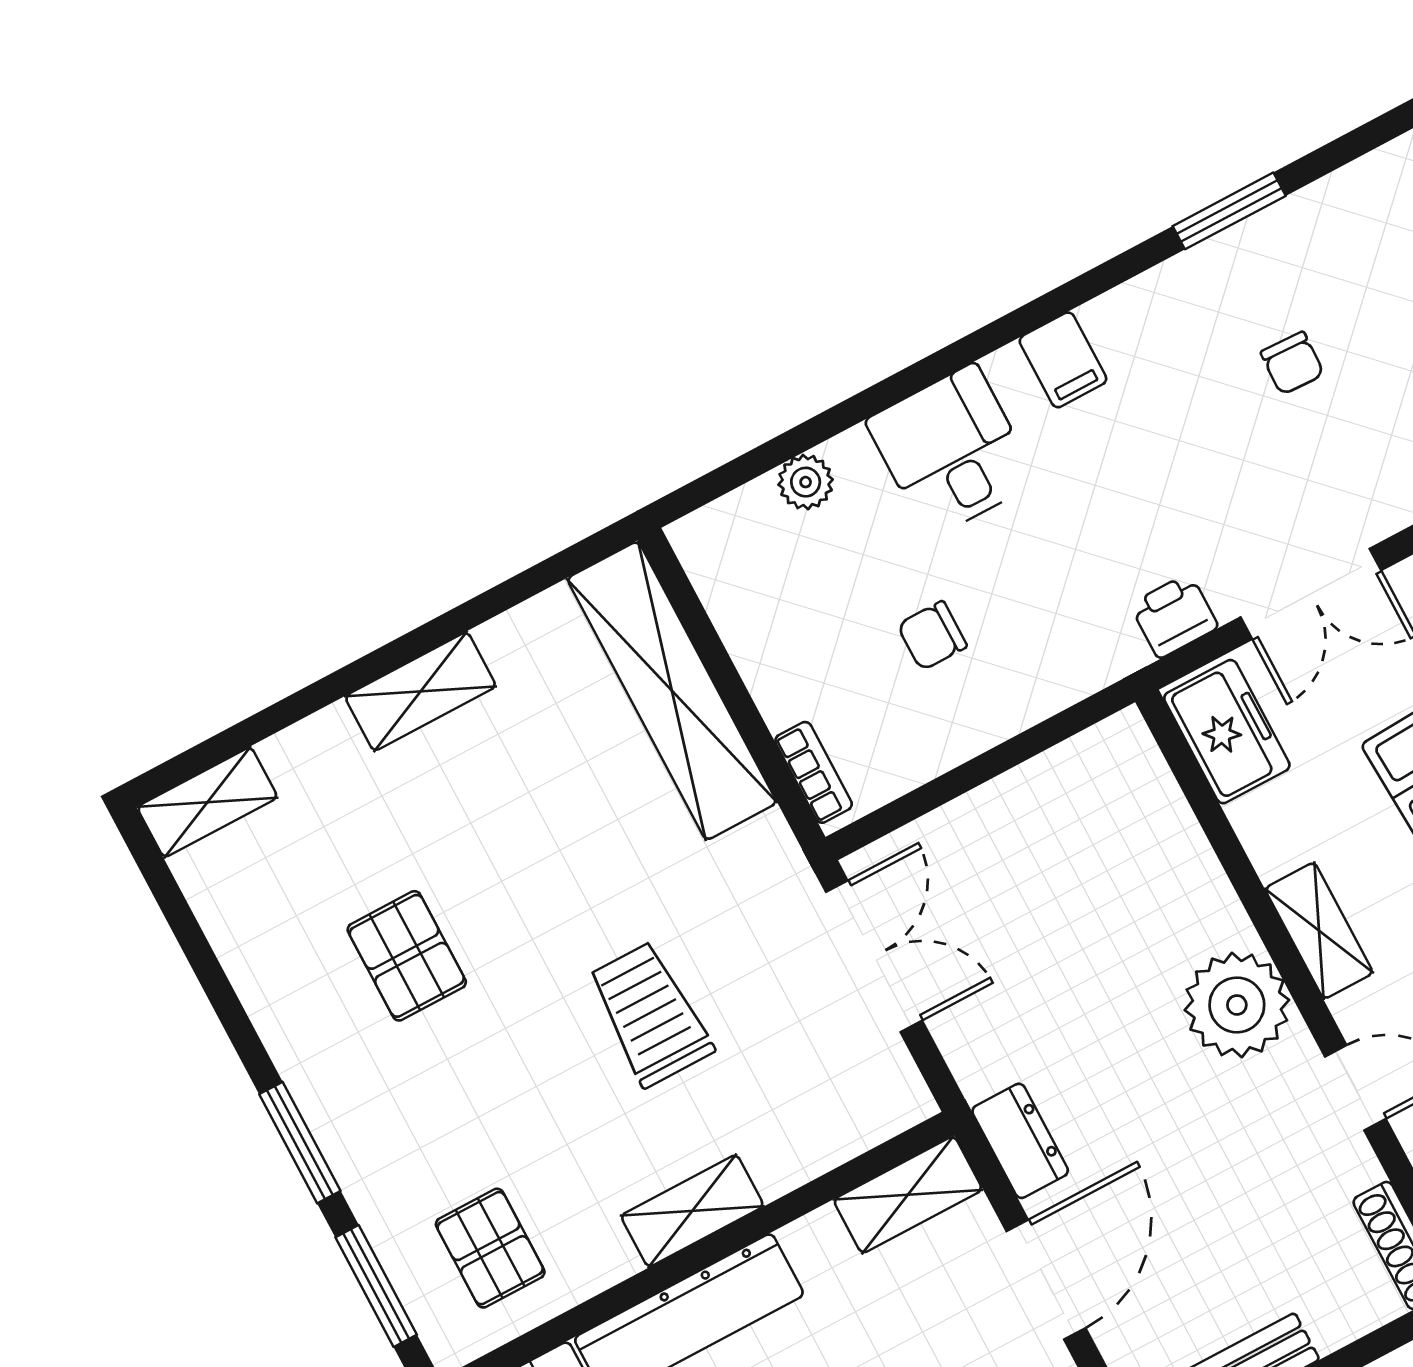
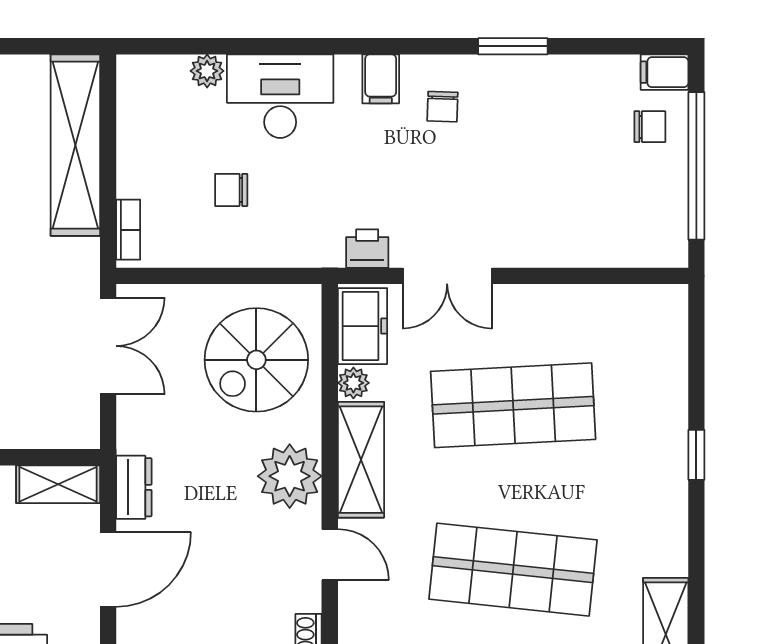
chair: (1292, 363) -> (442, 107), moved
desk: (952, 451) -> (280, 96), width x1.37
plant: (1258, 821) -> (353, 383), added
spiral stairs: (1099, 862) -> (256, 360), added
shelving: (1319, 931) -> (361, 460), width x1.50, depth x1.33

